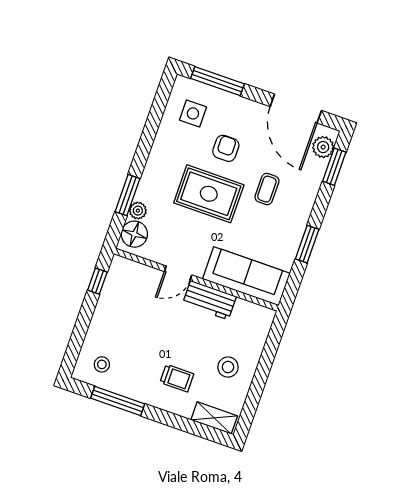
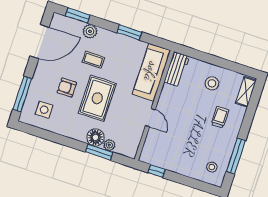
plant: (323, 147) -> (90, 31), moved
floor lamp: (134, 234) -> (95, 137), moved
workbench: (209, 300) -> (177, 69), moved

